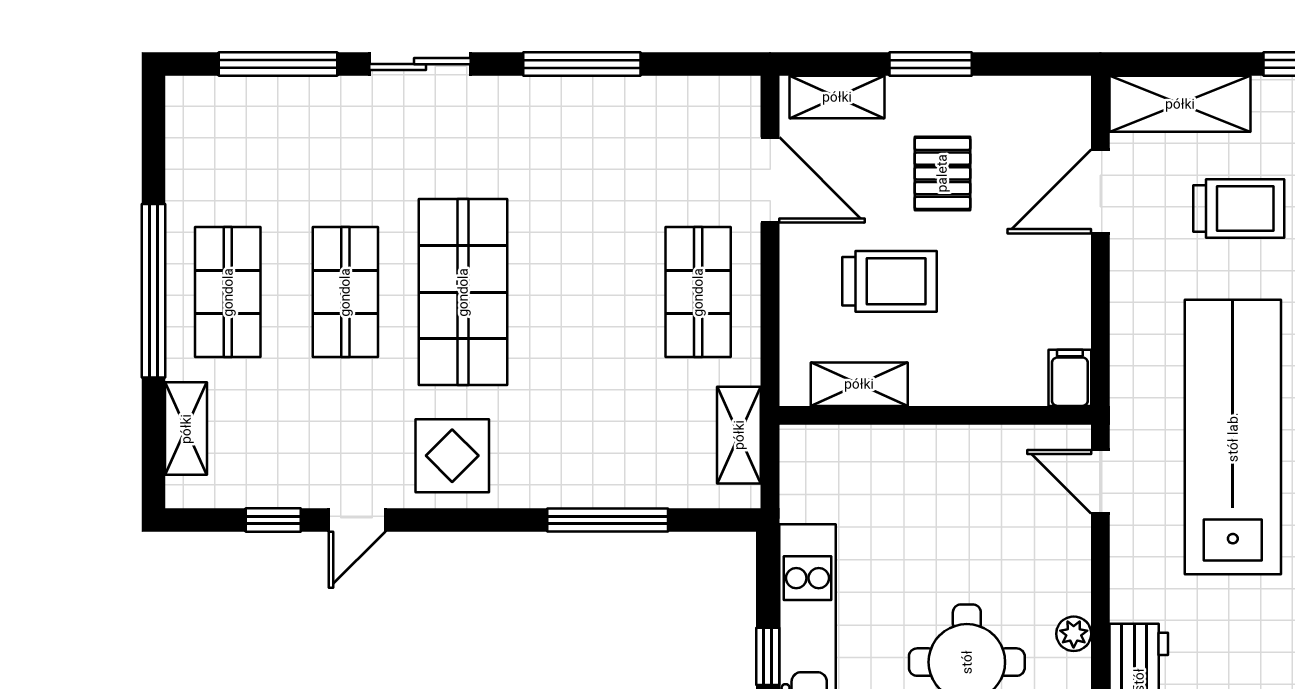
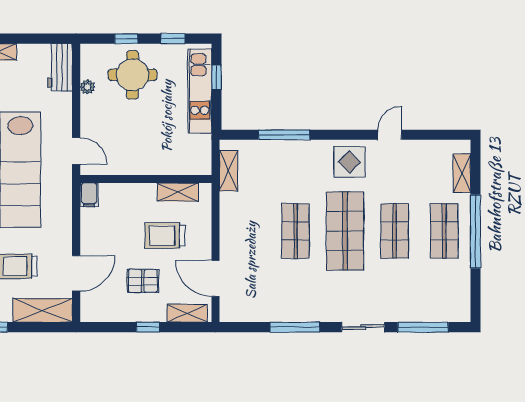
window: (931, 64) -> (148, 327), width x0.67
pallet: (942, 173) -> (143, 281), turned 90
shop shelf: (698, 292) -> (295, 231), moved
window: (273, 520) -> (425, 135), removed

